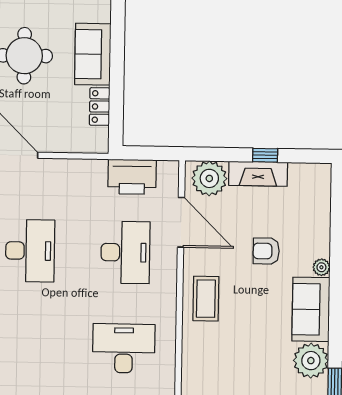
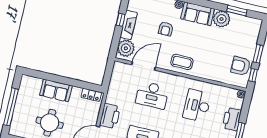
locker: (100, 107) -> (91, 95), moved
printer: (132, 177) -> (110, 116), moved
desk: (125, 252) -> (152, 95), turned 180

